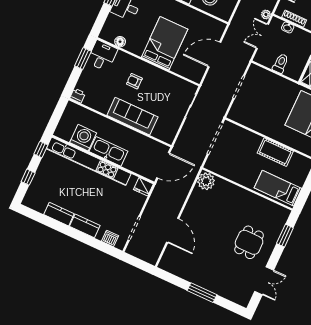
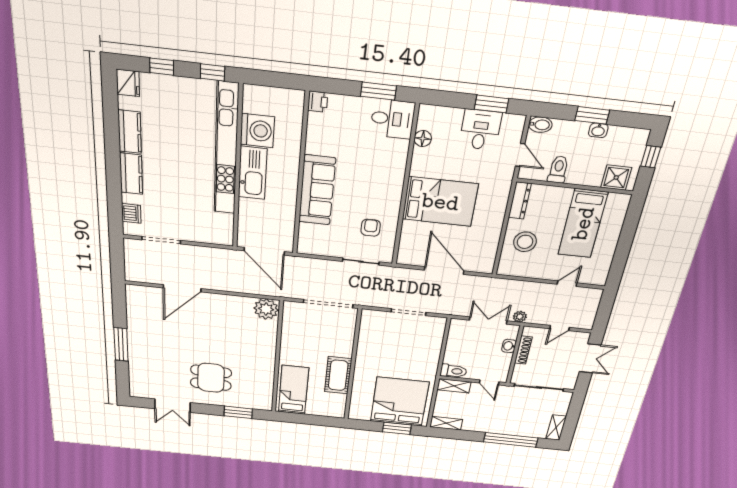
toilet: (281, 63) -> (453, 371), moved
armchair: (134, 81) -> (371, 228), moved
fridge: (143, 187) -> (128, 83), moved, turned 180

